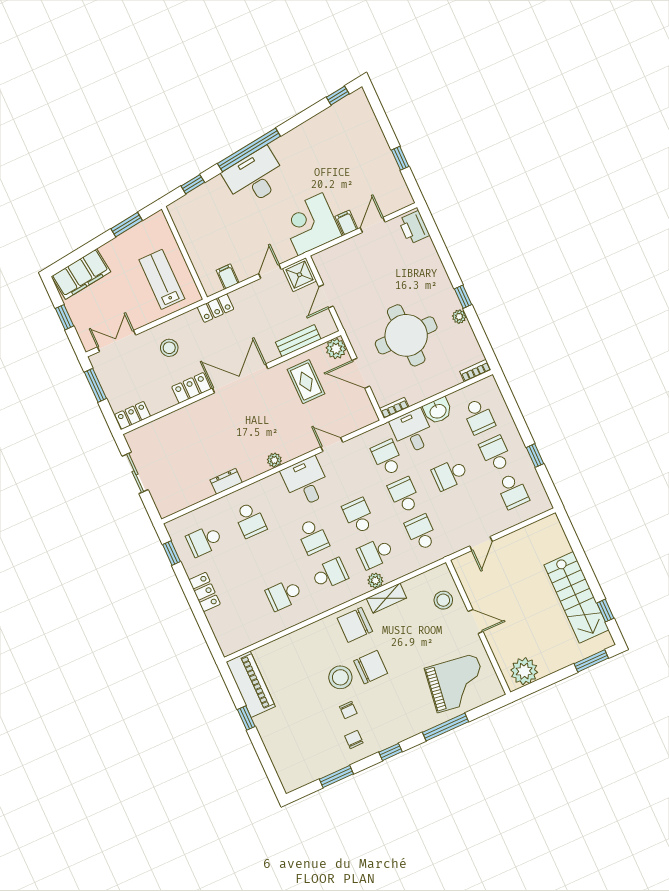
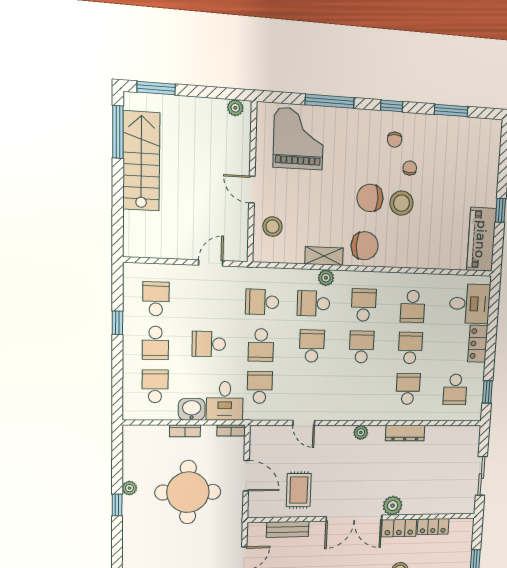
plant: (336, 349) -> (393, 506), moved
bookcase: (475, 371) -> (185, 431), moved
locker: (133, 415) -> (433, 527), moved
school desk: (387, 458) -> (260, 387), turned 180
school desk: (450, 474) -> (209, 344), turned 180
dresser: (226, 481) -> (405, 433), width x1.44
desk: (306, 482) -> (470, 304), moved, turned -90
school desk: (358, 516) -> (312, 346), turned 180
school desk: (421, 533) -> (262, 302), turned 90
school desk: (204, 541) -> (455, 389), turned 90
school desk: (375, 553) -> (313, 303), turned 180
school desk: (267, 557) -> (410, 348), added
school desk: (330, 574) -> (364, 305), turned 90
school desk: (284, 595) -> (413, 306), turned 90
window: (605, 611) -> (118, 132), width x2.17
plant: (524, 671) -> (235, 108), width x0.53, depth x0.53
grand piano: (457, 683) -> (299, 139), turned 82
chair: (354, 739) -> (395, 140), moved

